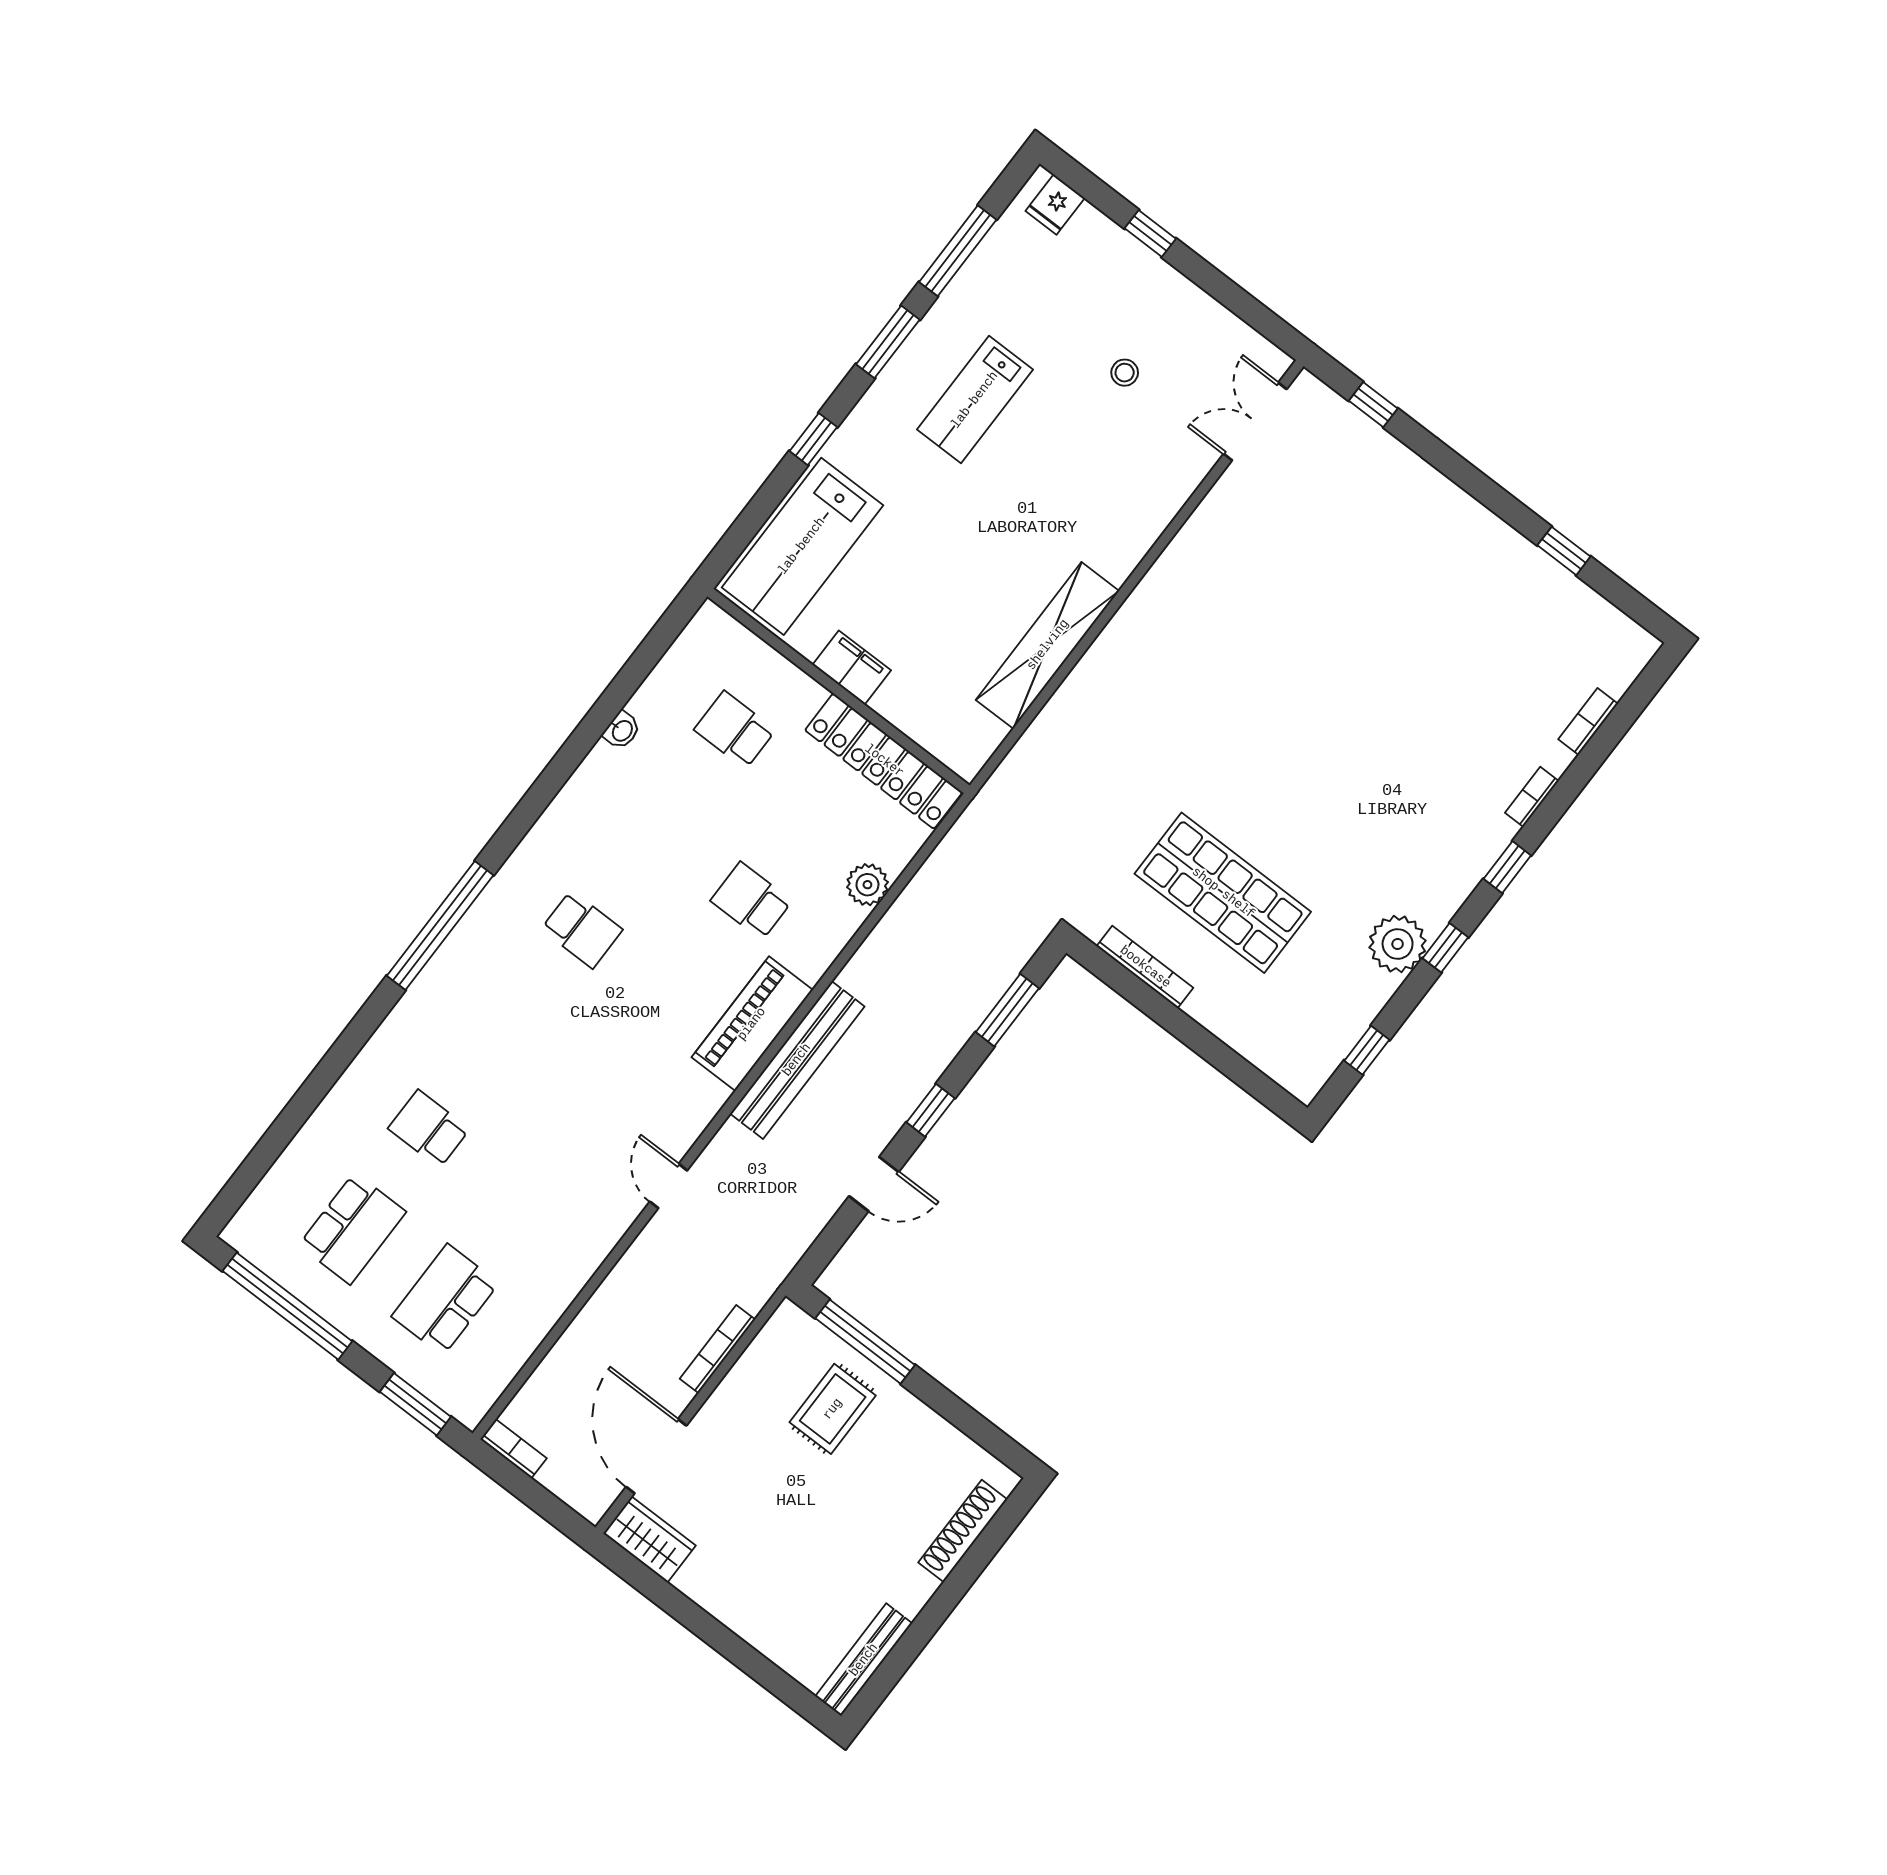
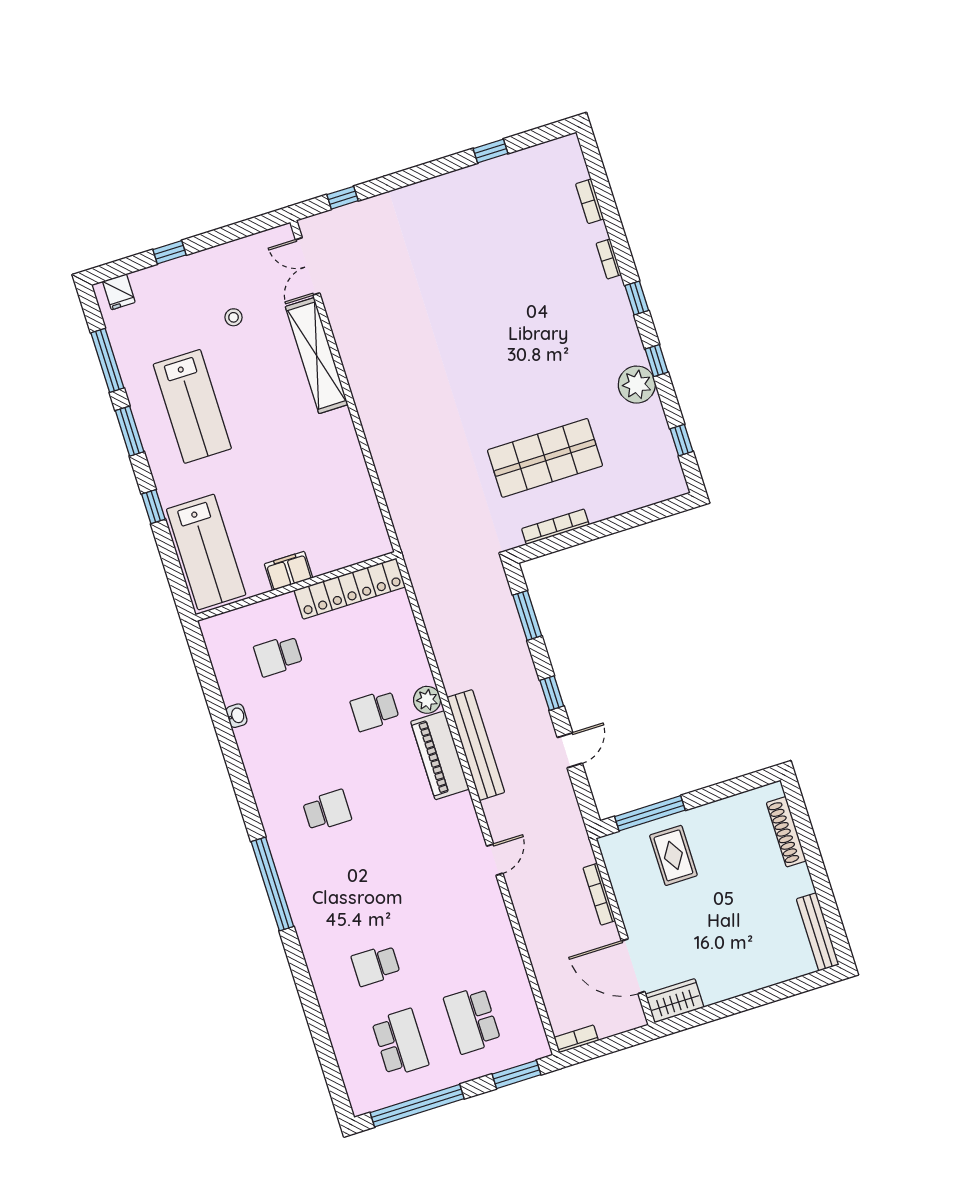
lab bench: (975, 400) -> (192, 406), width x1.36, depth x1.39
shelving: (1048, 645) -> (317, 356), moved
plant: (867, 885) -> (427, 700), moved
door: (668, 1186) -> (495, 860), swing flipped

